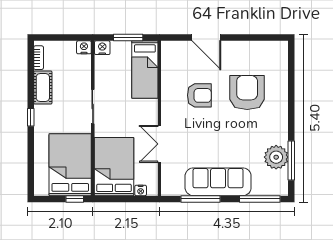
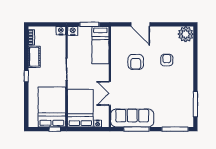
armchair: (247, 92) -> (167, 60), width x0.53, depth x0.53
armchair: (199, 95) -> (136, 62), turned 90
plant: (276, 157) -> (186, 34), moved
sofa: (218, 182) -> (132, 118), moved

